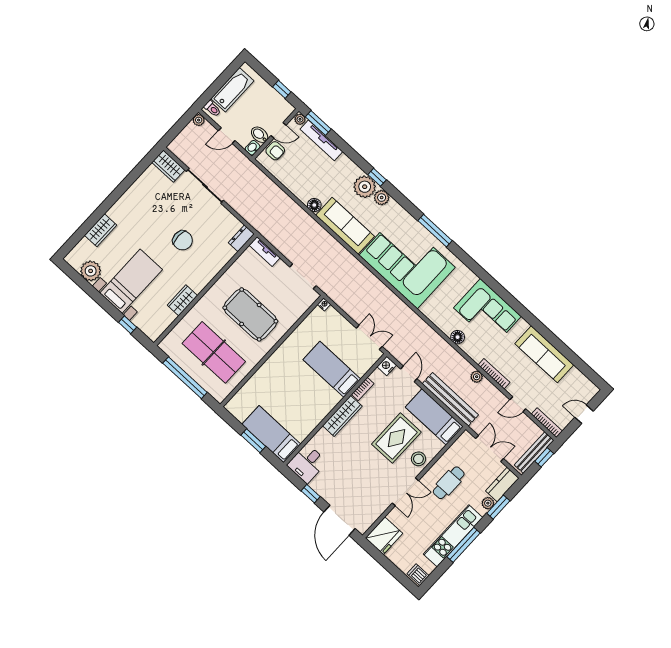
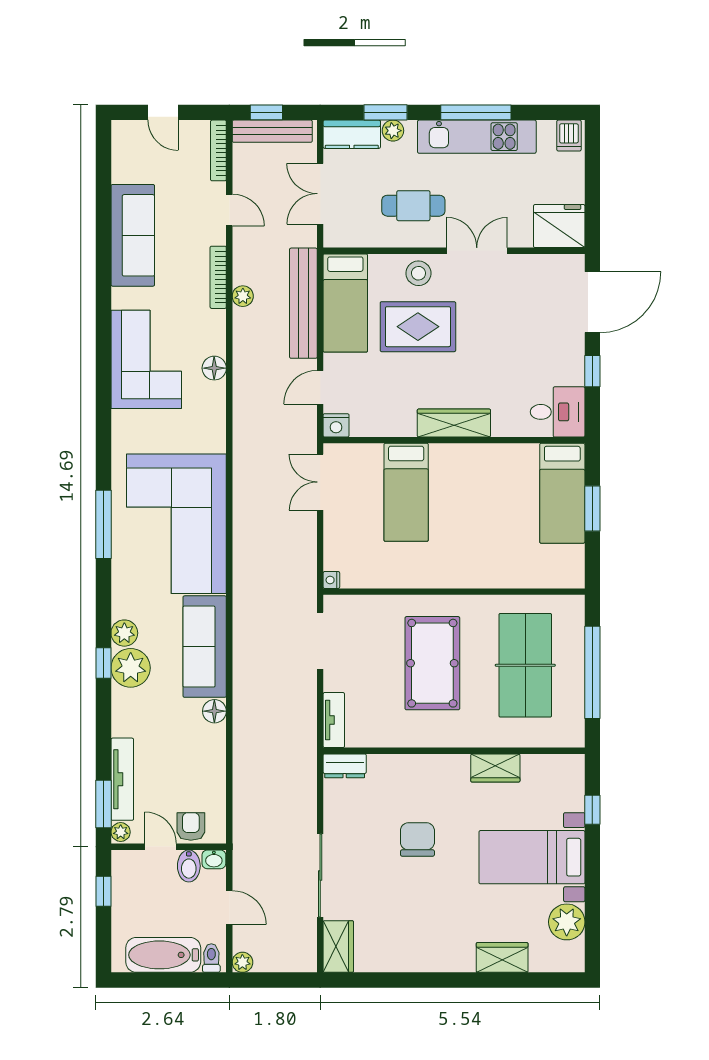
bookcase: (363, 389) -> (395, 429), removed

